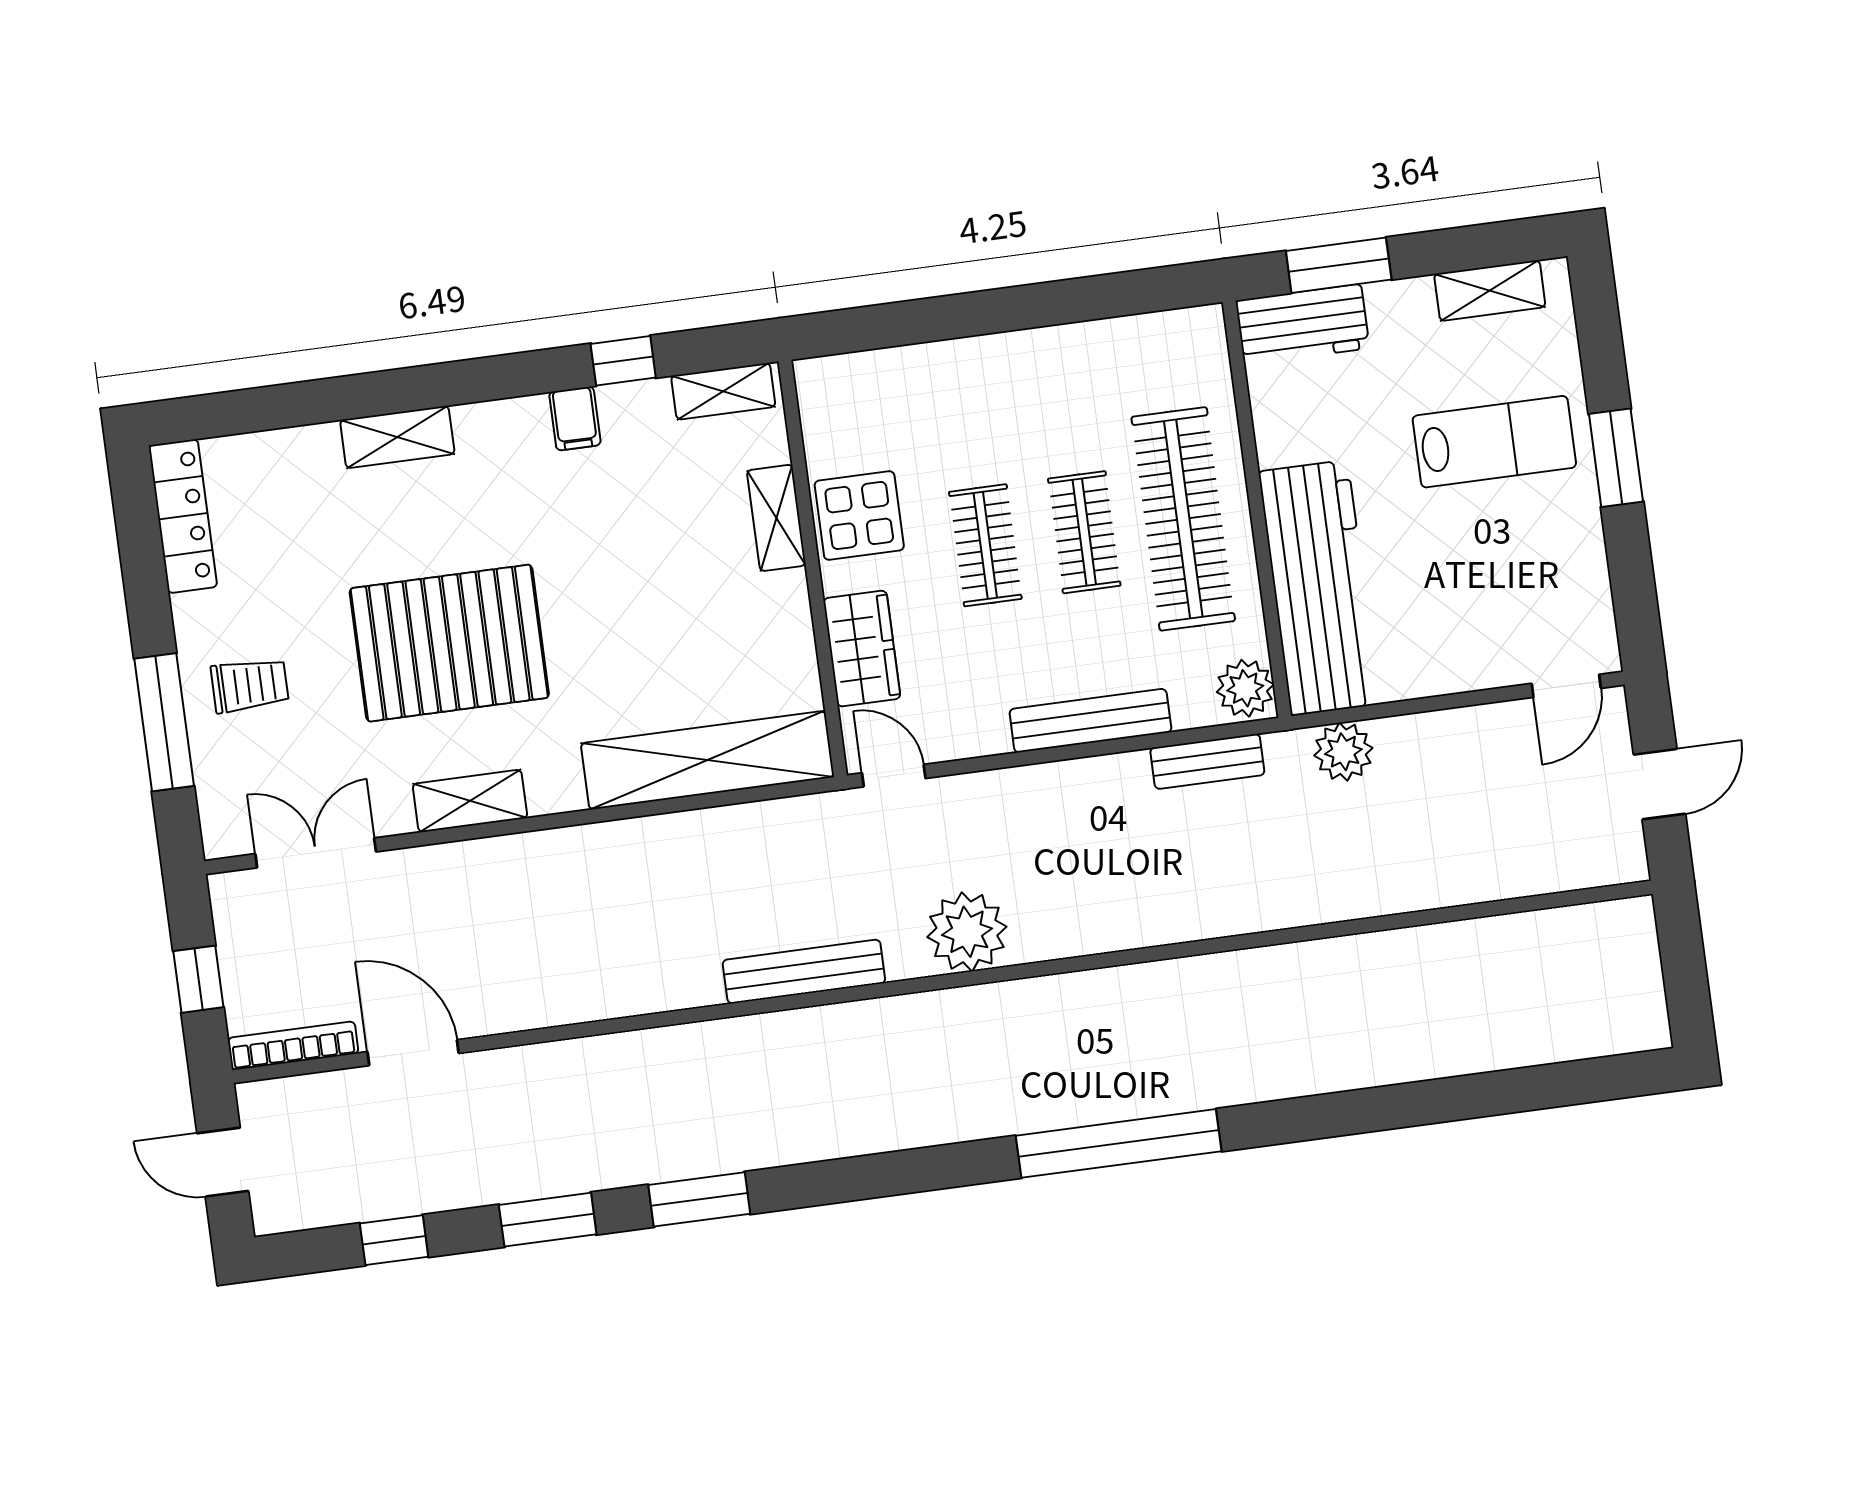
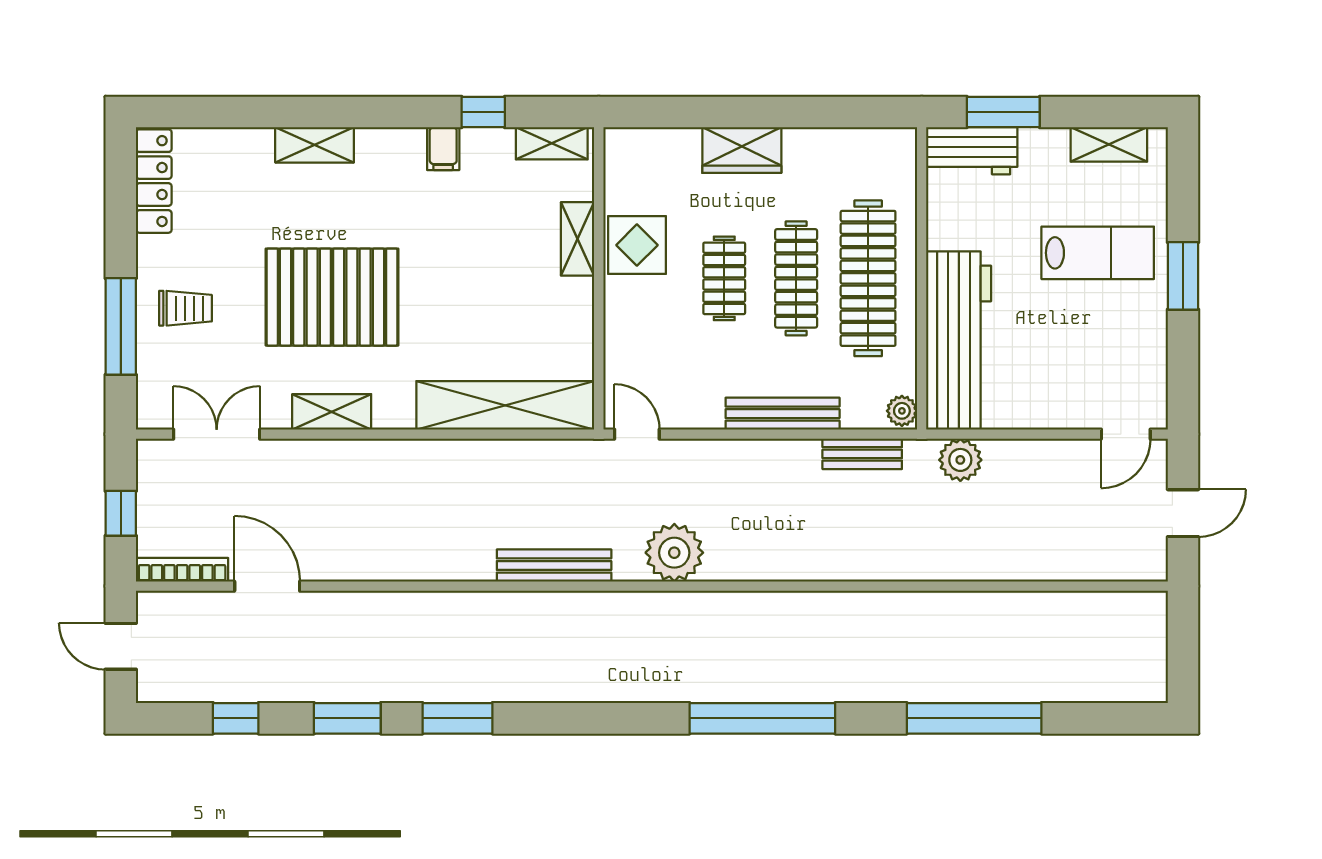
clothes rail: (1084, 532) -> (796, 278), width x1.36
wardrobe: (862, 649) -> (742, 150), moved, turned 90
plant: (1245, 688) -> (902, 411), width x0.73, depth x0.73
window: (1410, 1105) -> (974, 718), added

